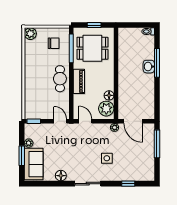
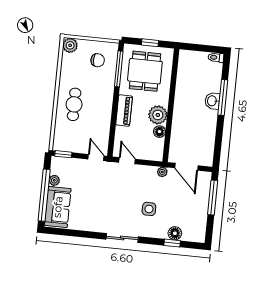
dining table: (92, 48) -> (145, 71), turned 90
cafe table: (60, 79) -> (74, 104), moved
plant: (106, 109) -> (158, 115), moved
window: (22, 156) -> (44, 195), width x2.11
floor lamp: (61, 176) -> (175, 233), moved

